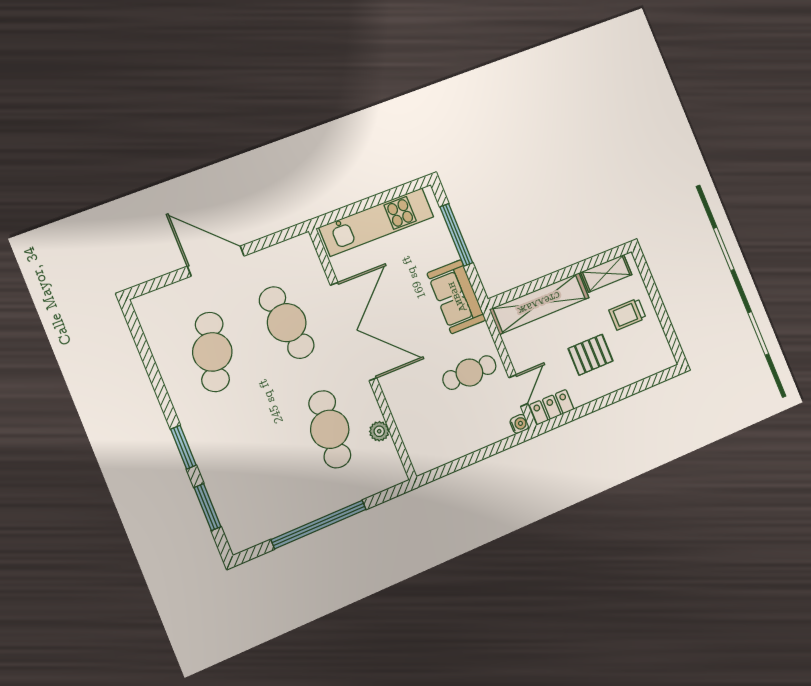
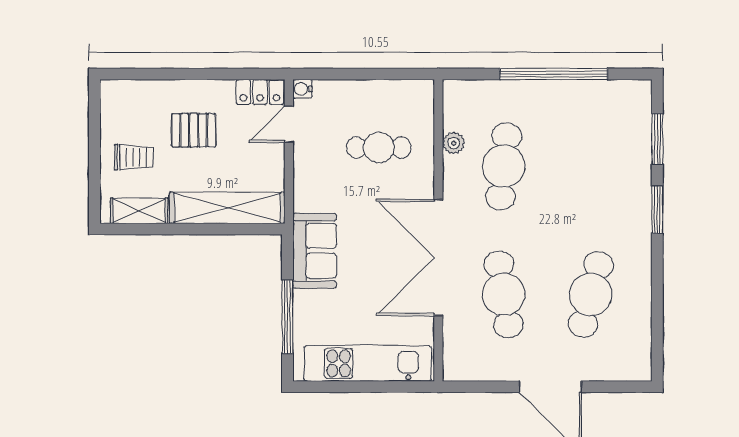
cafe table: (469, 373) -> (379, 148), moved

